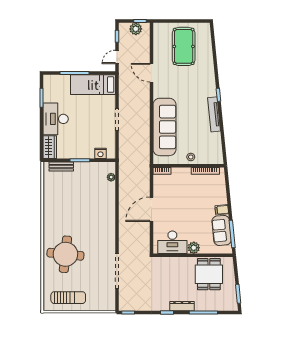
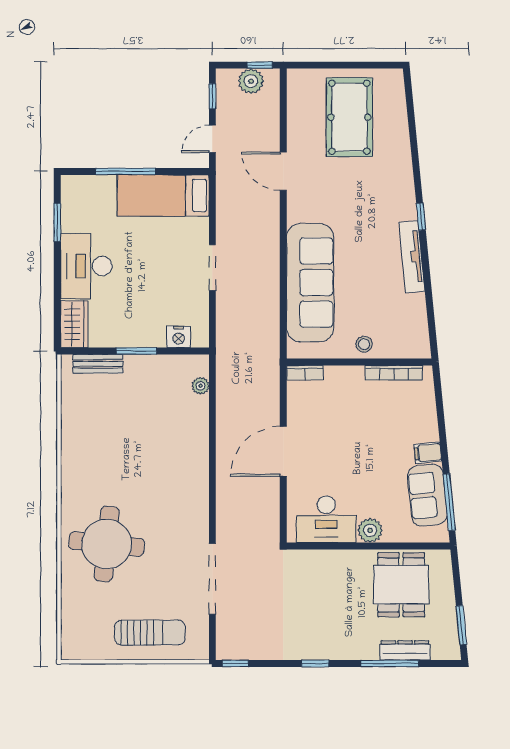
sun lounger: (68, 298) -> (150, 633), moved
dresser: (182, 306) -> (405, 650), moved

